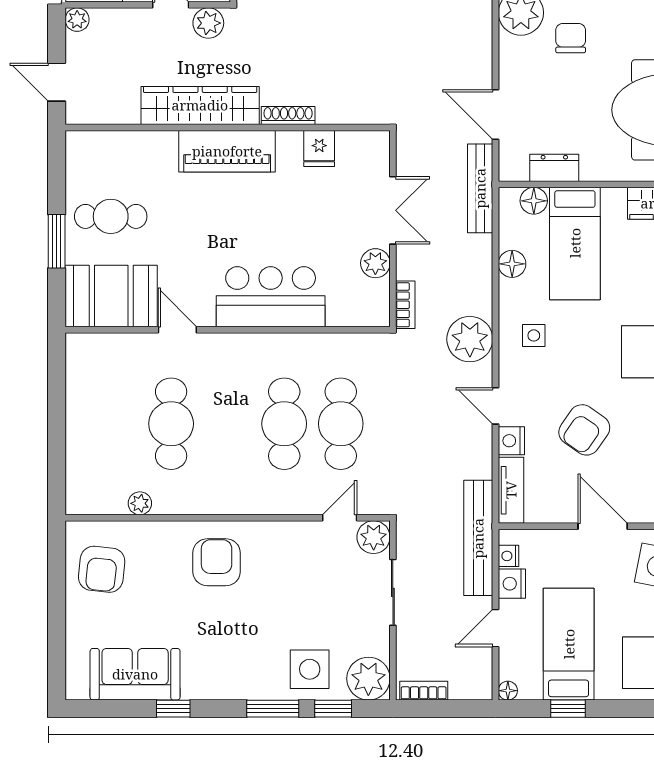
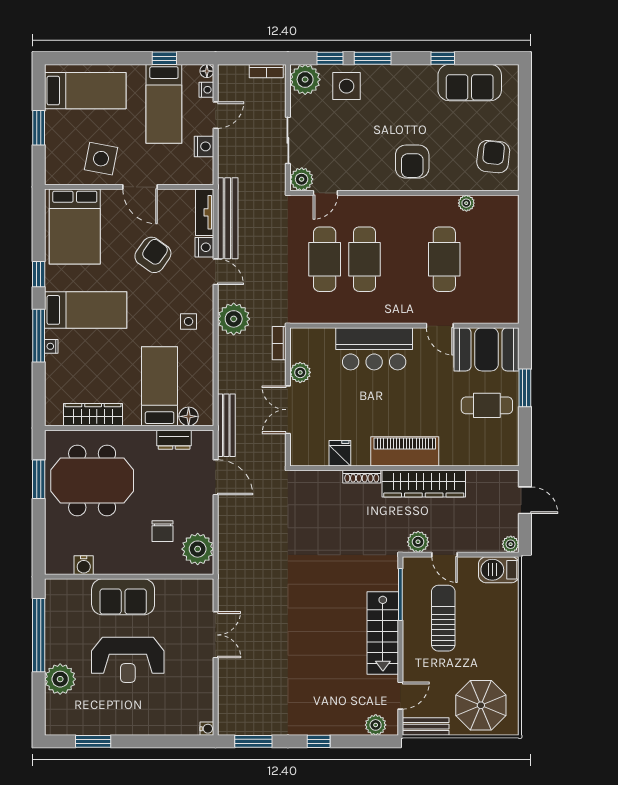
floor lamp: (512, 264) -> (204, 372), removed
bench: (478, 538) -> (228, 218), moved
nightstand: (509, 556) -> (206, 90), moved

